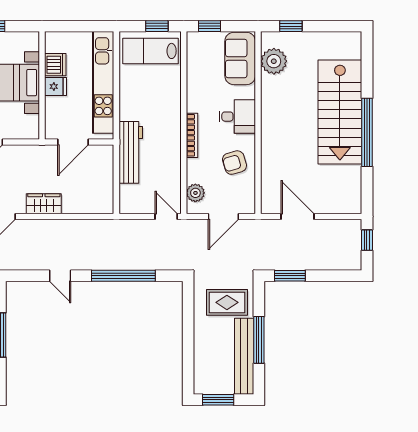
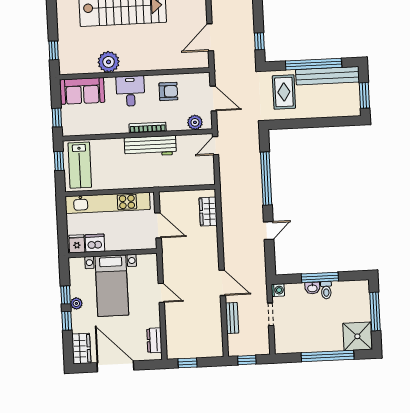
plant: (274, 61) -> (109, 62), moved
fridge: (55, 86) -> (77, 244), moved
workbench: (131, 152) -> (150, 146), moved, turned 180
armchair: (234, 163) -> (168, 91), turned -74
wardrobe: (44, 204) -> (208, 212), moved
window: (290, 276) -> (259, 41), width x0.67
window: (259, 340) -> (314, 64), width x1.46

